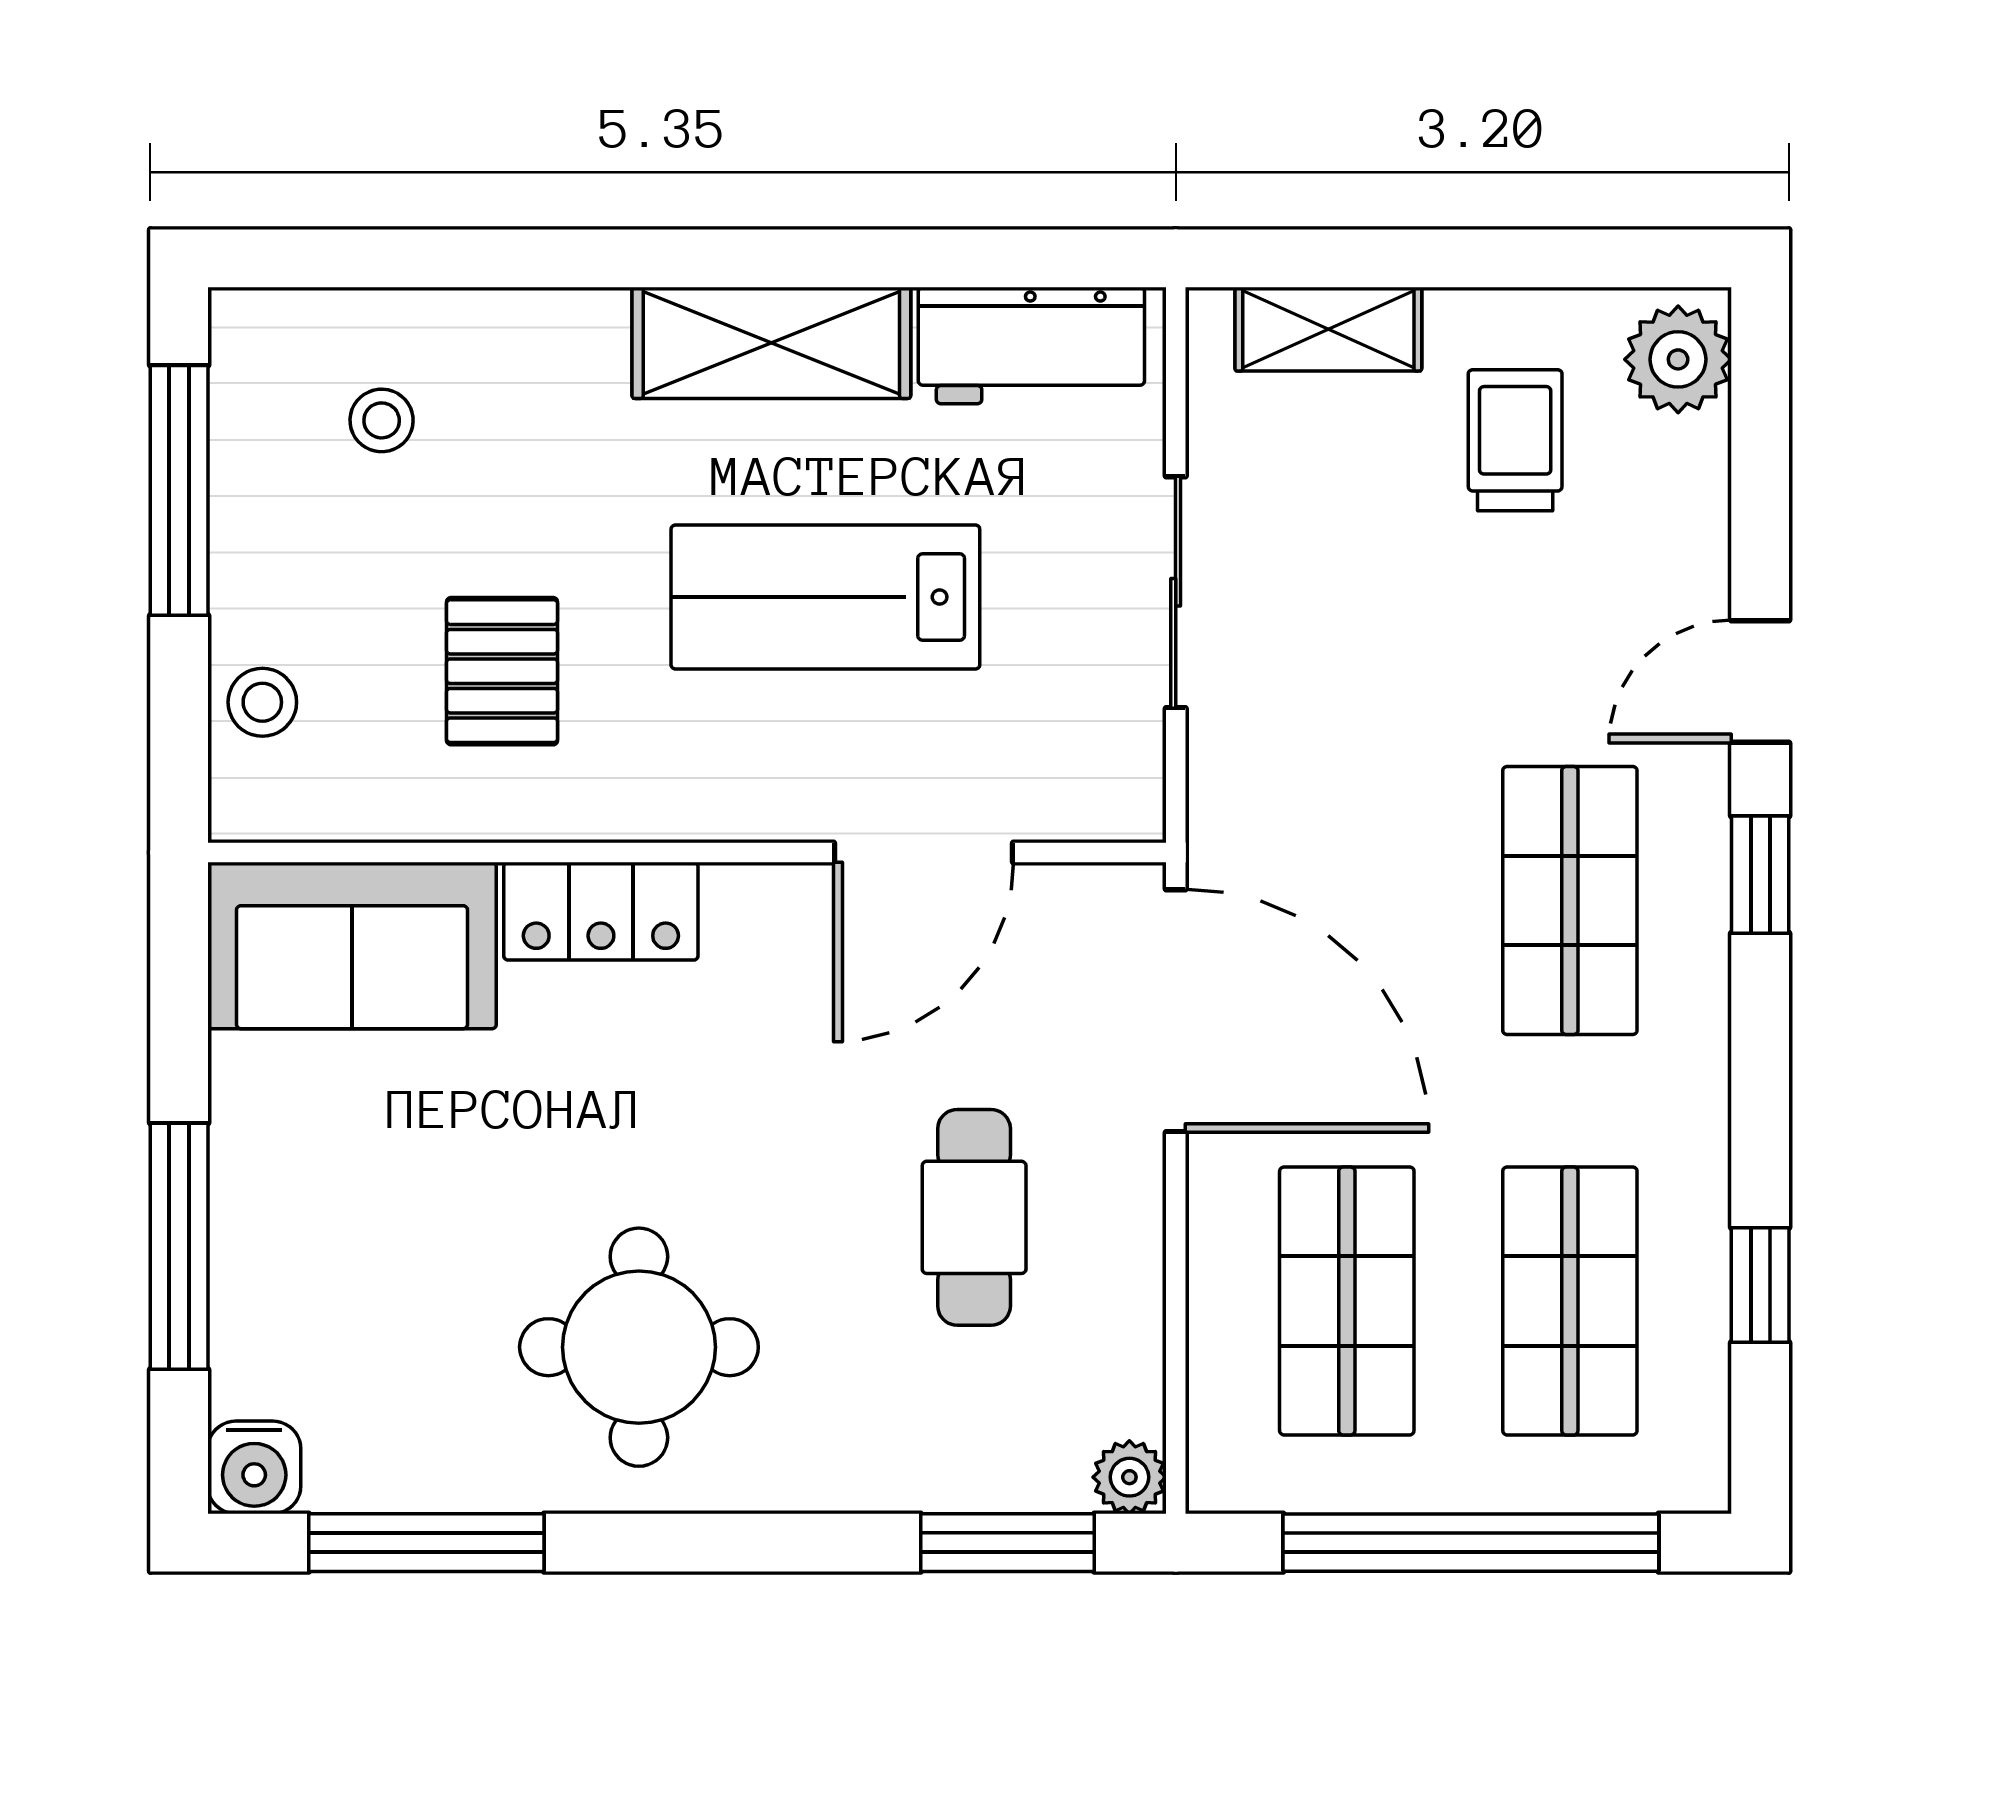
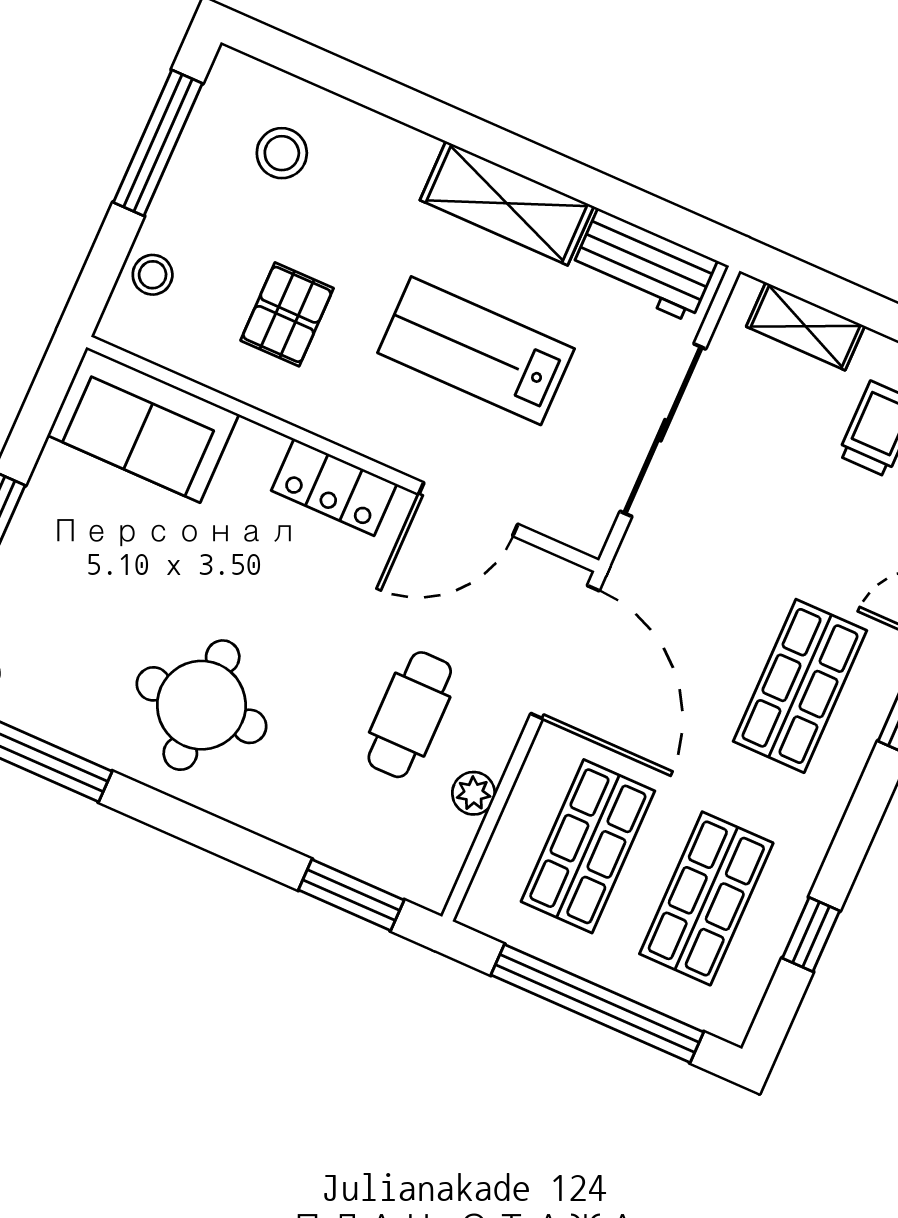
stool: (382, 420) -> (282, 153), width x1.37, depth x1.37
sliding door: (1176, 592) -> (663, 430), width x1.37
locker: (601, 911) -> (334, 487), moved
plant: (1129, 1477) -> (474, 793), moved

